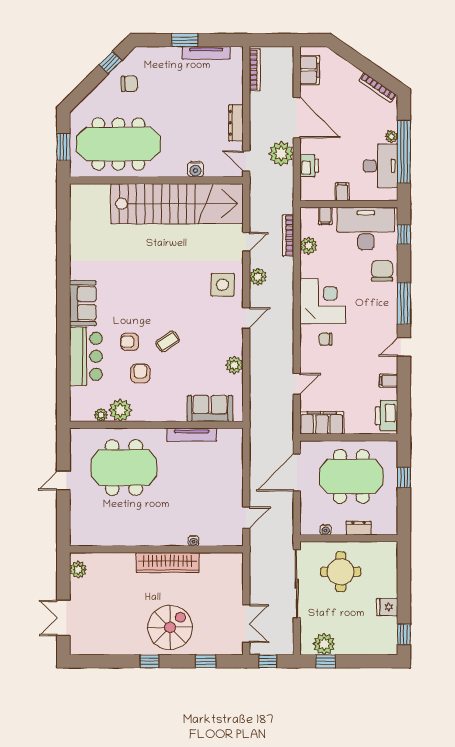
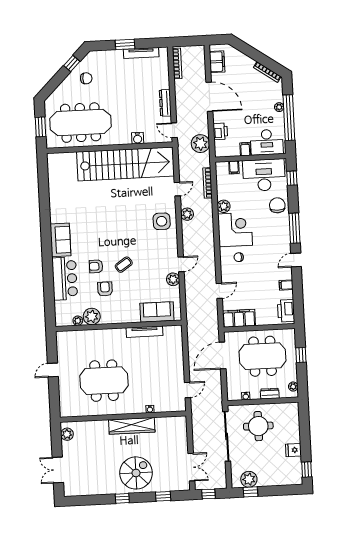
plant: (281, 154) -> (200, 144), moved
desk: (380, 166) -> (267, 142), moved, turned 90
plant: (309, 246) -> (224, 206), moved
door: (246, 318) -> (181, 264), moved
meeting table: (124, 468) -> (104, 381), moved
plant: (391, 520) -> (293, 387), added

